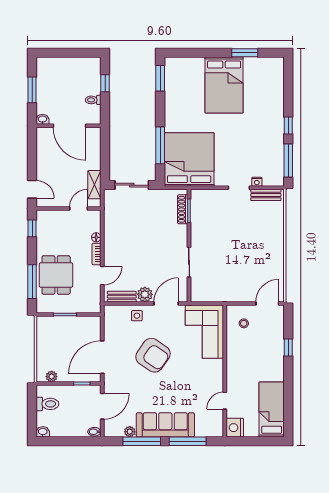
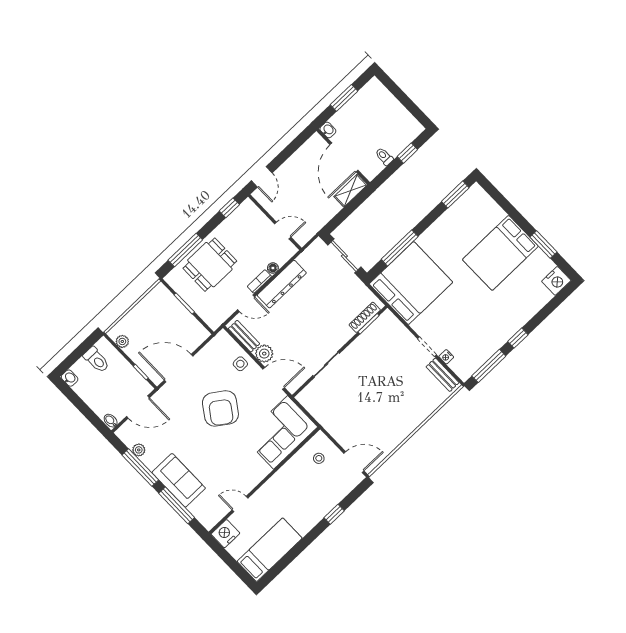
nightstand: (275, 67) -> (556, 281), added
shelving: (94, 185) -> (351, 191), moved
dresser: (112, 241) -> (282, 284), added
sofa: (165, 425) -> (179, 480), width x0.73

